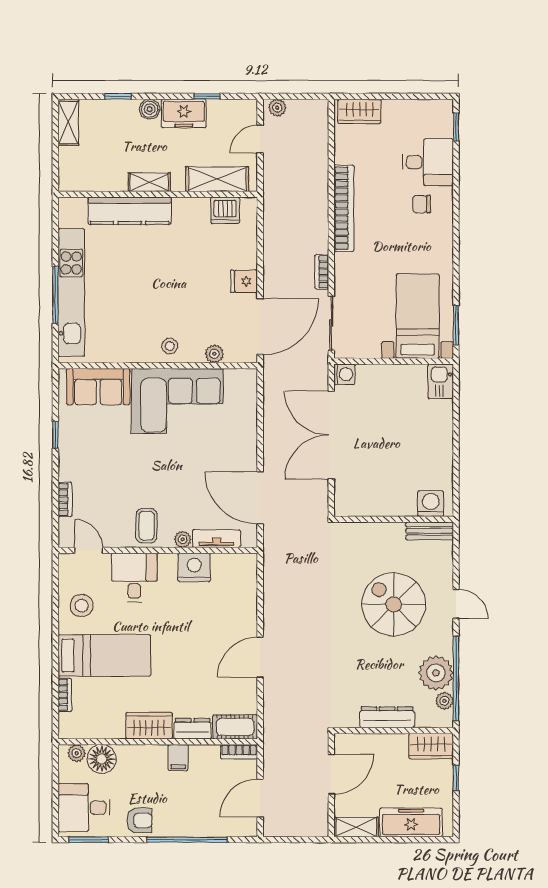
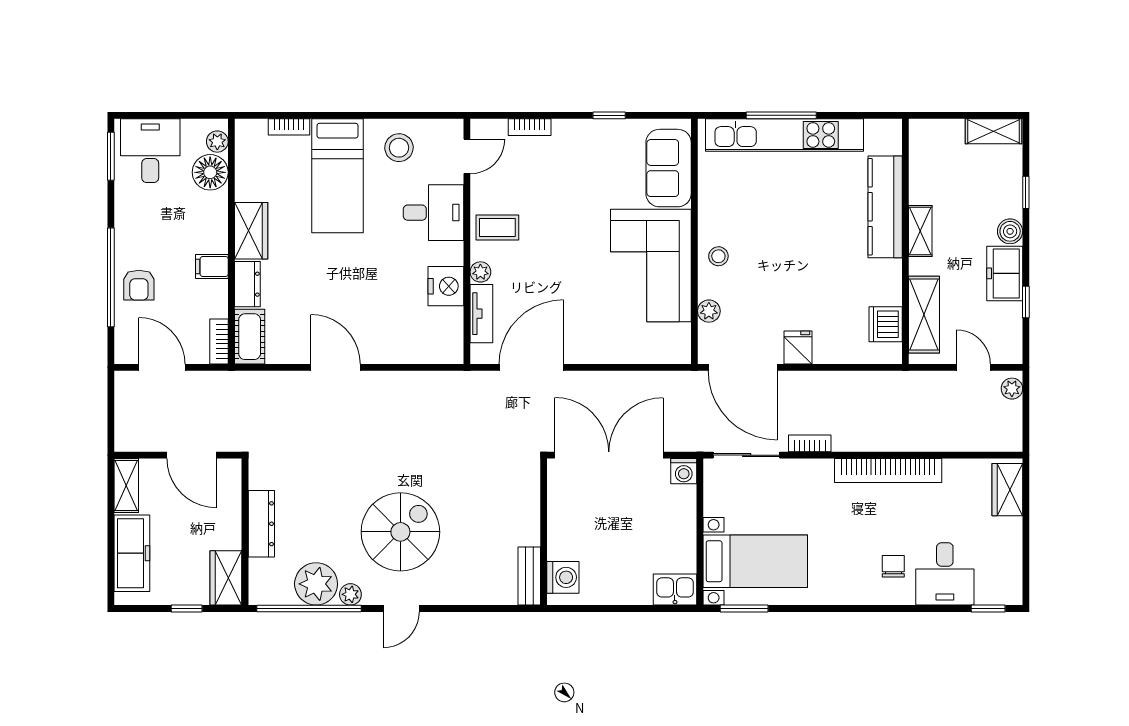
washing machine: (431, 504) -> (563, 577), moved
wall: (394, 519) -> (544, 532), moved
bench: (430, 531) -> (529, 576), moved
plant: (444, 701) -> (350, 594), moved
armchair: (139, 820) -> (139, 285), moved

